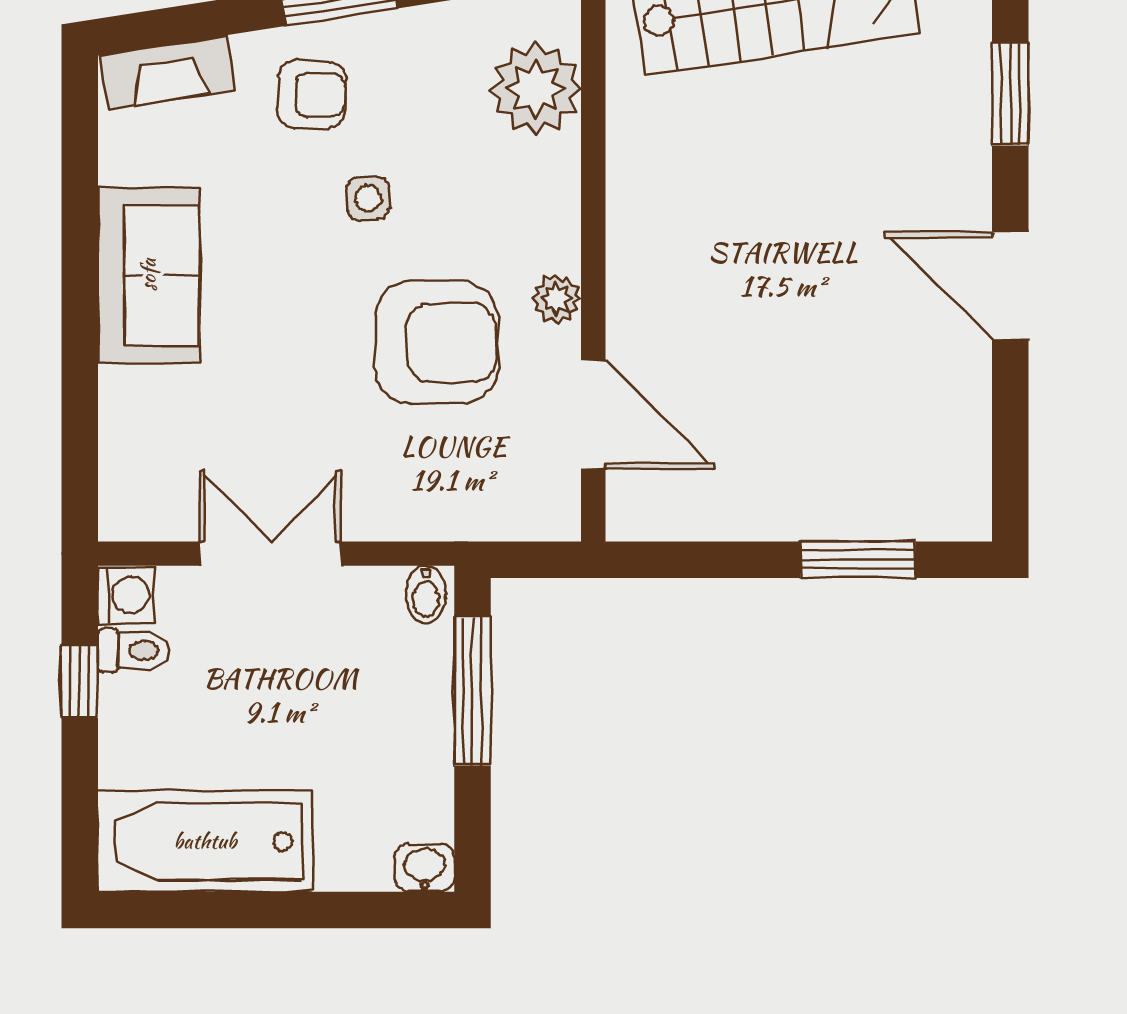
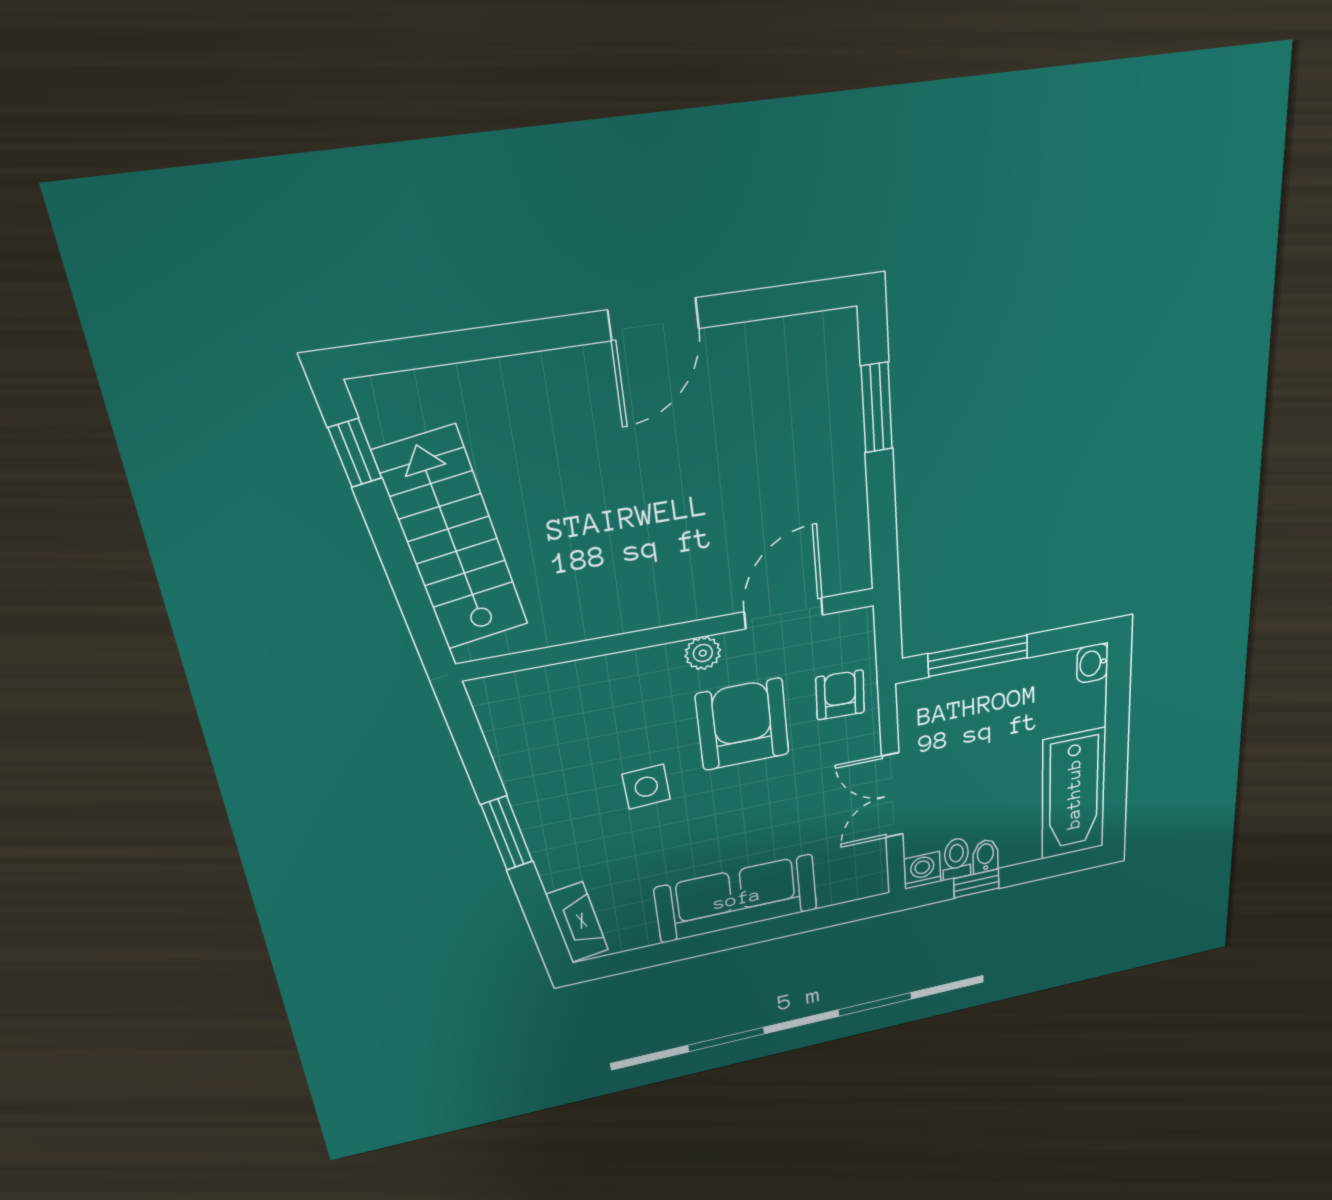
plant: (535, 89) -> (550, 696), removed
window: (1010, 94) -> (494, 342), removed
armchair: (312, 95) -> (840, 695), moved
side table: (368, 198) -> (646, 787), width x1.37, depth x1.37
sofa: (148, 275) -> (737, 899), width x1.36
bidet: (426, 595) -> (985, 856), moved, turned -90

